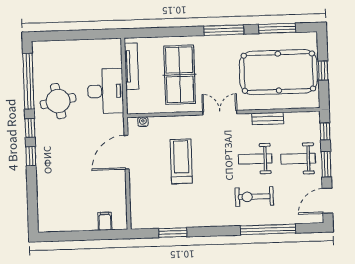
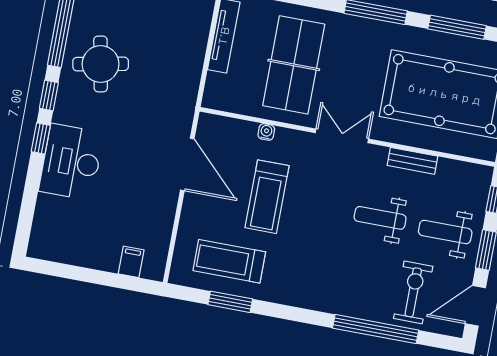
desk: (105, 91) -> (71, 162), moved, turned 180
water cooler: (143, 122) -> (266, 132), moved
door: (127, 152) -> (187, 165), swing flipped
treadmill: (181, 161) -> (267, 197), turned 180
exercise bike: (254, 197) -> (413, 292), moved, turned 90
treadmill: (166, 207) -> (229, 261), added

